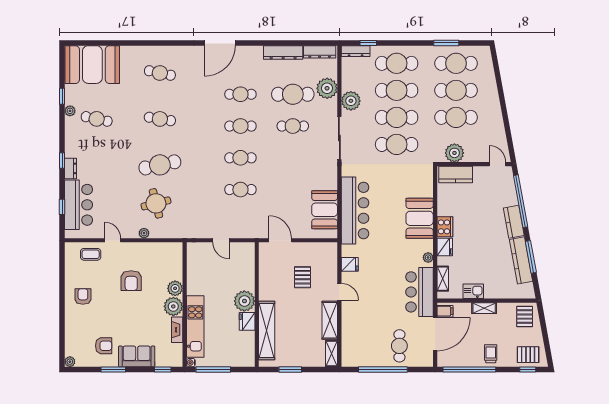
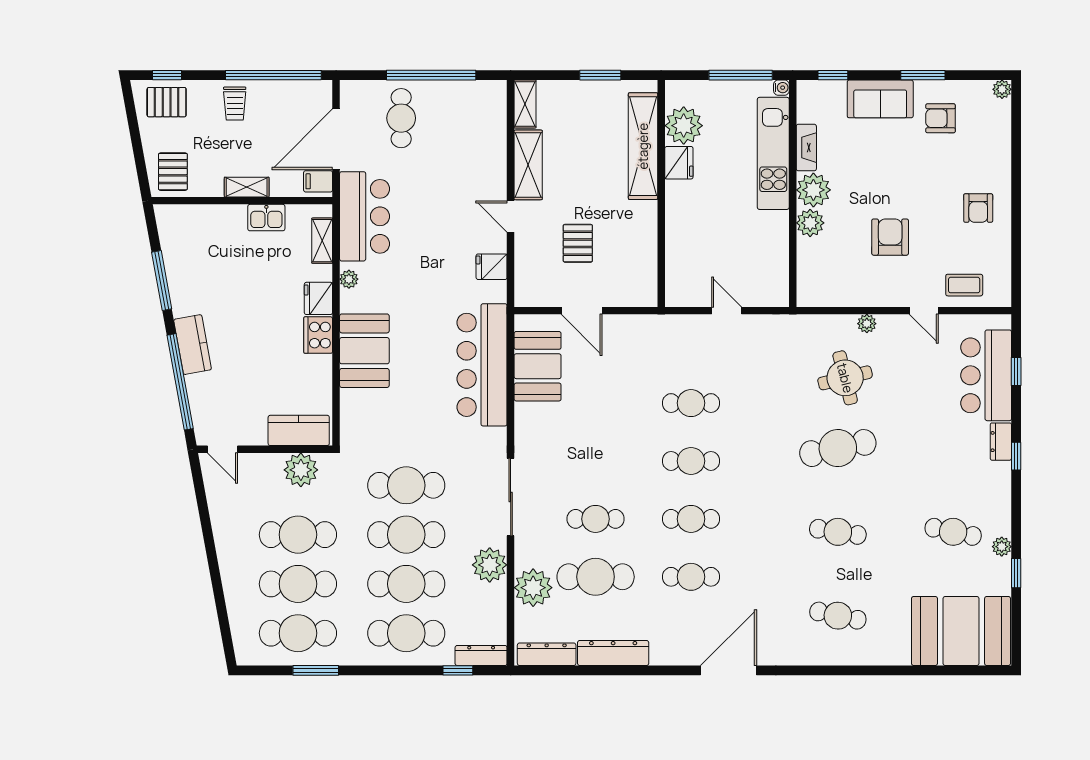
door: (280, 240) -> (582, 311), moved
kitchen counter: (521, 260) -> (179, 274), removed
plant: (244, 301) -> (684, 126), moved

